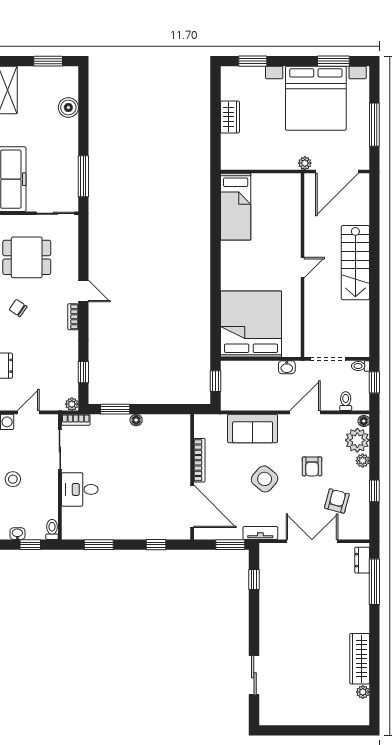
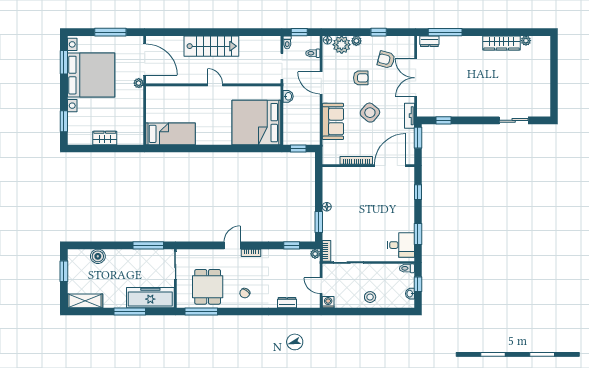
desk: (80, 489) -> (401, 245), moved, turned -90

